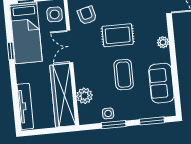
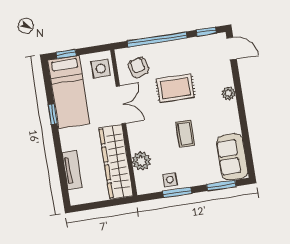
double door: (70, 46) -> (121, 105), swing flipped
coffee table: (124, 75) -> (185, 134), width x0.73, depth x0.77
sofa: (161, 83) -> (232, 157), moved
tv unit: (25, 106) -> (72, 170), width x0.71

